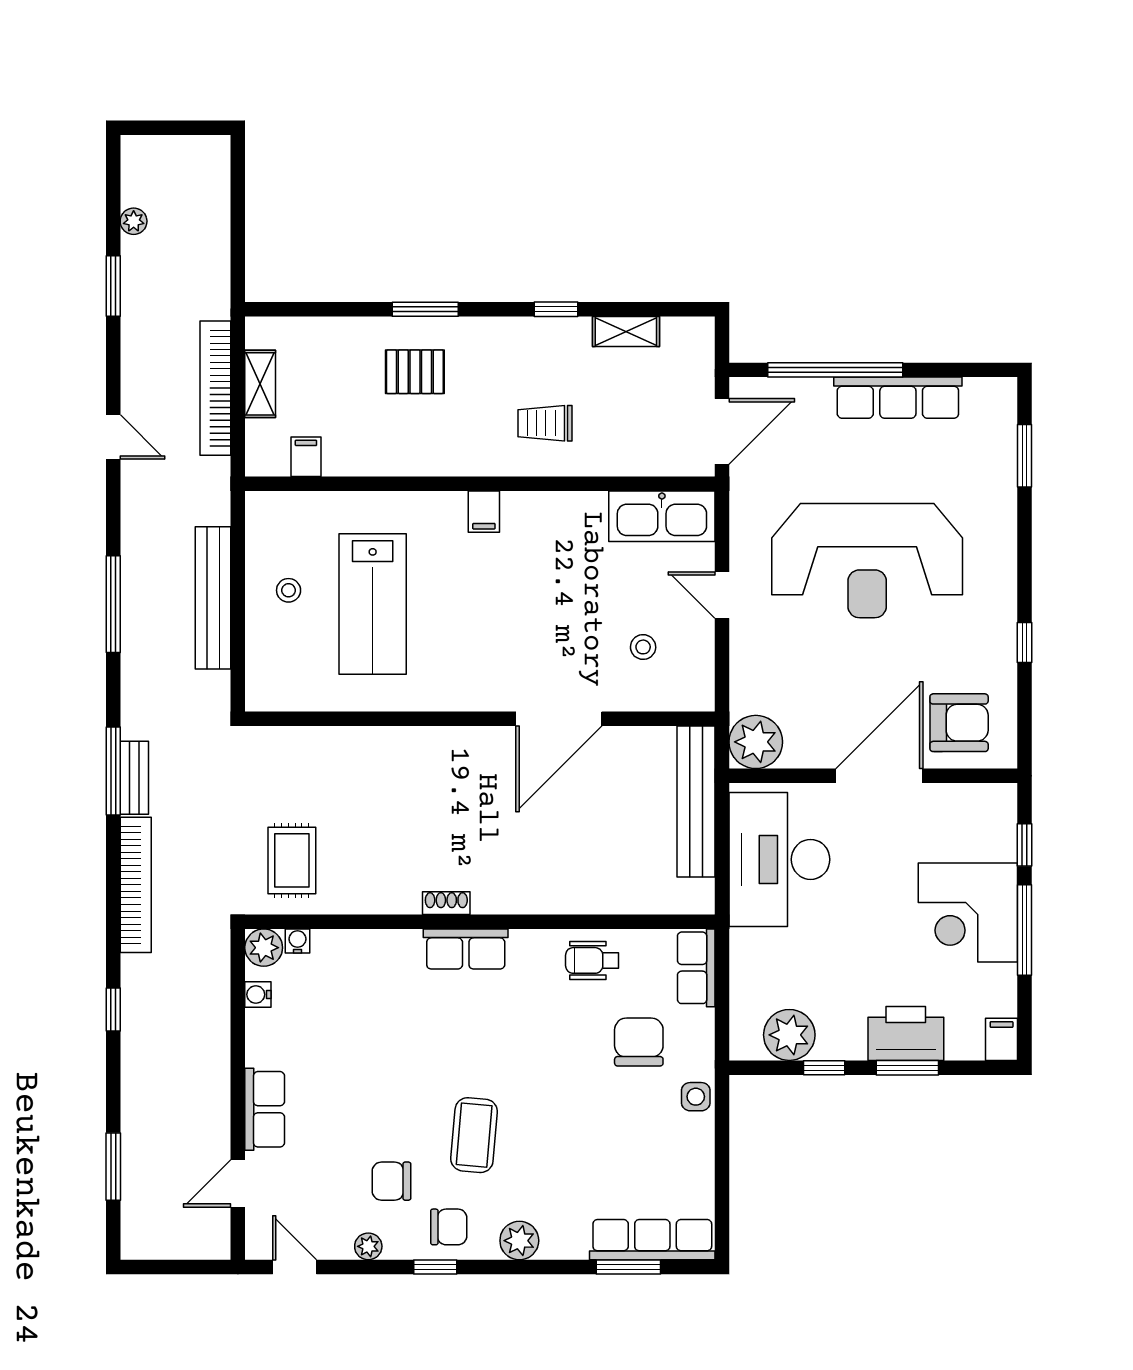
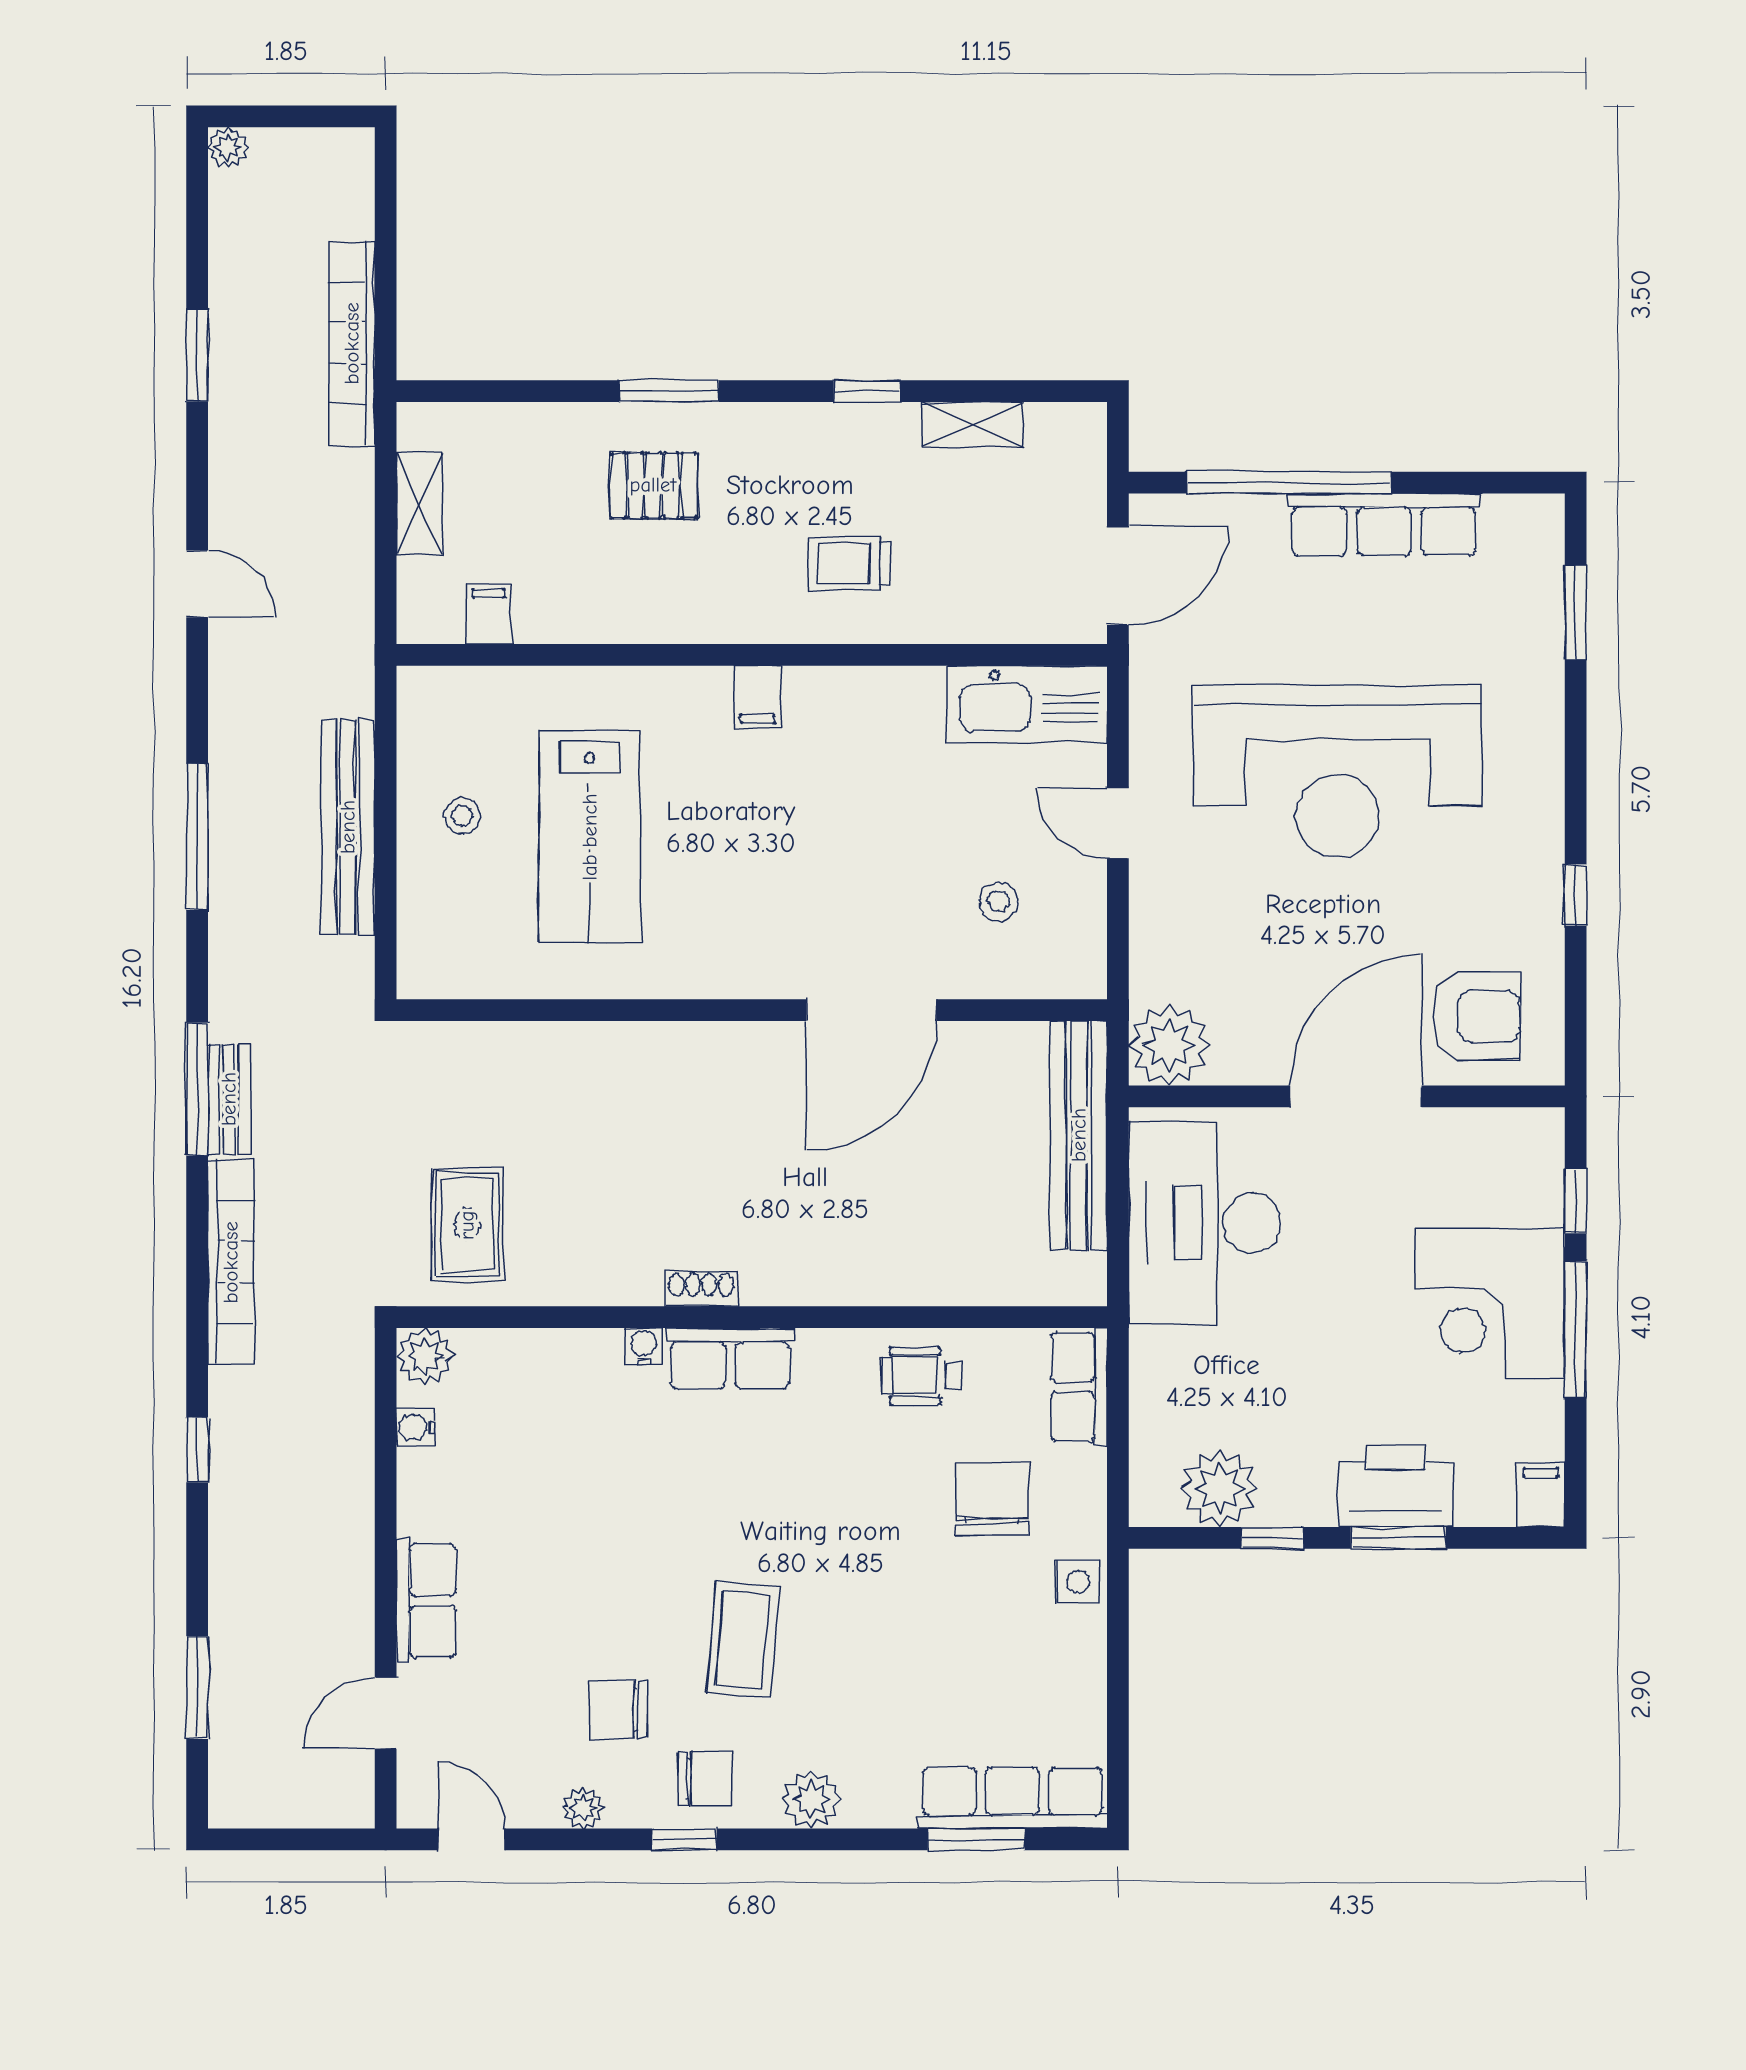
plant: (134, 221) -> (228, 147), moved
bookcase: (215, 388) -> (352, 343), moved
water cooler: (298, 941) -> (644, 1346), moved

